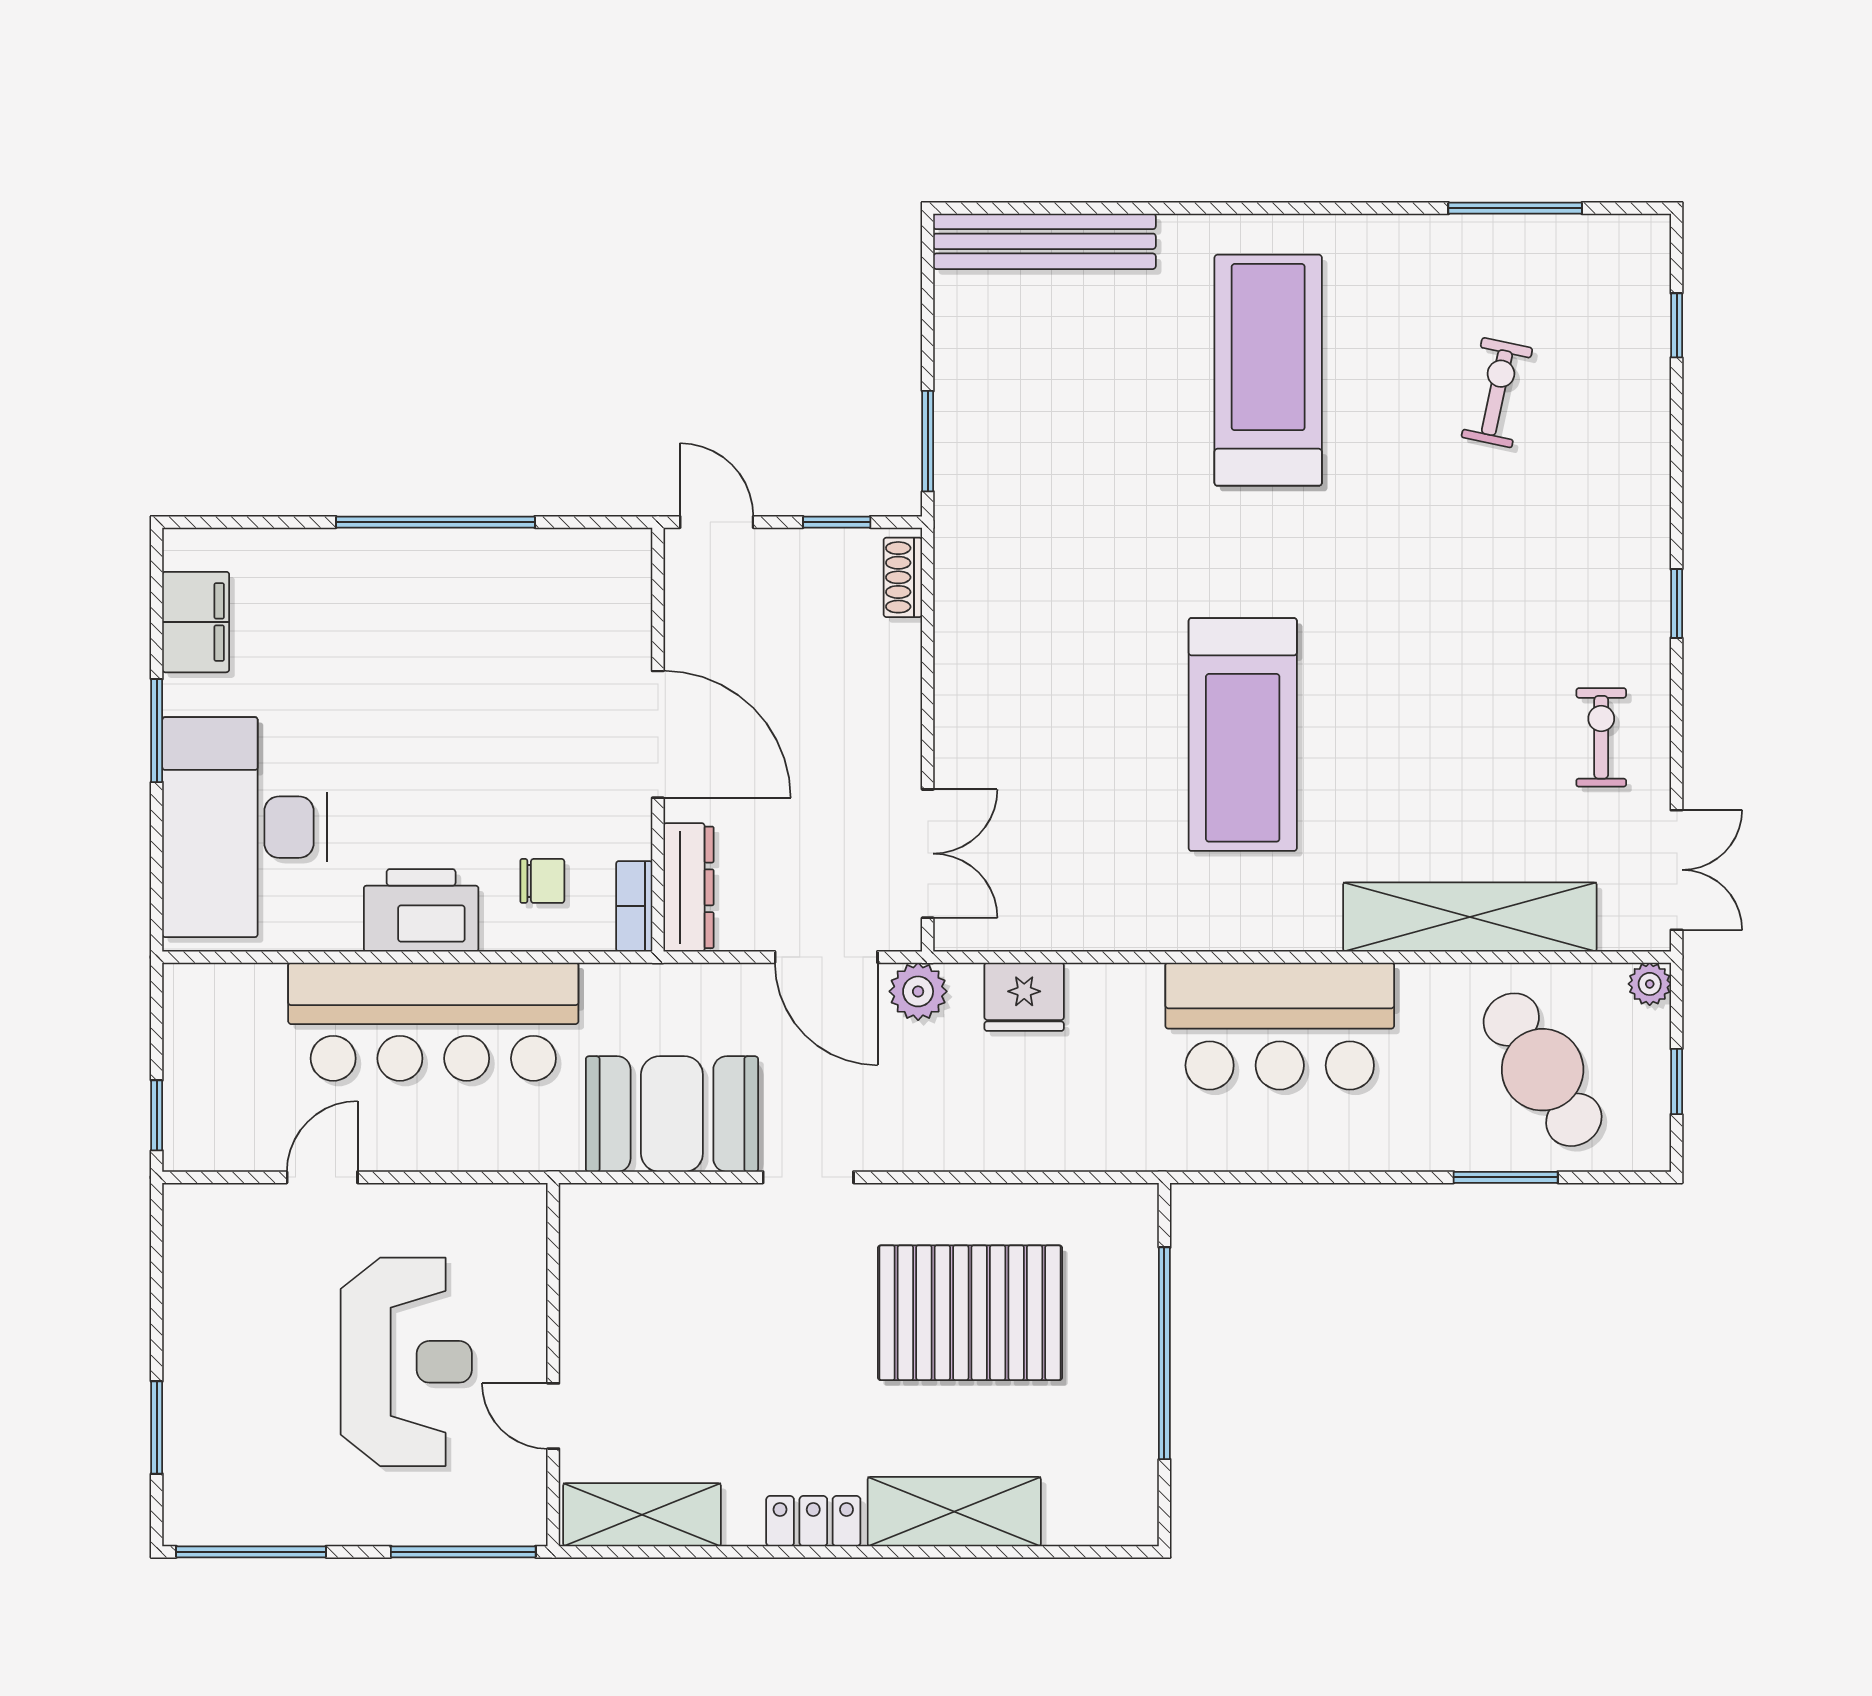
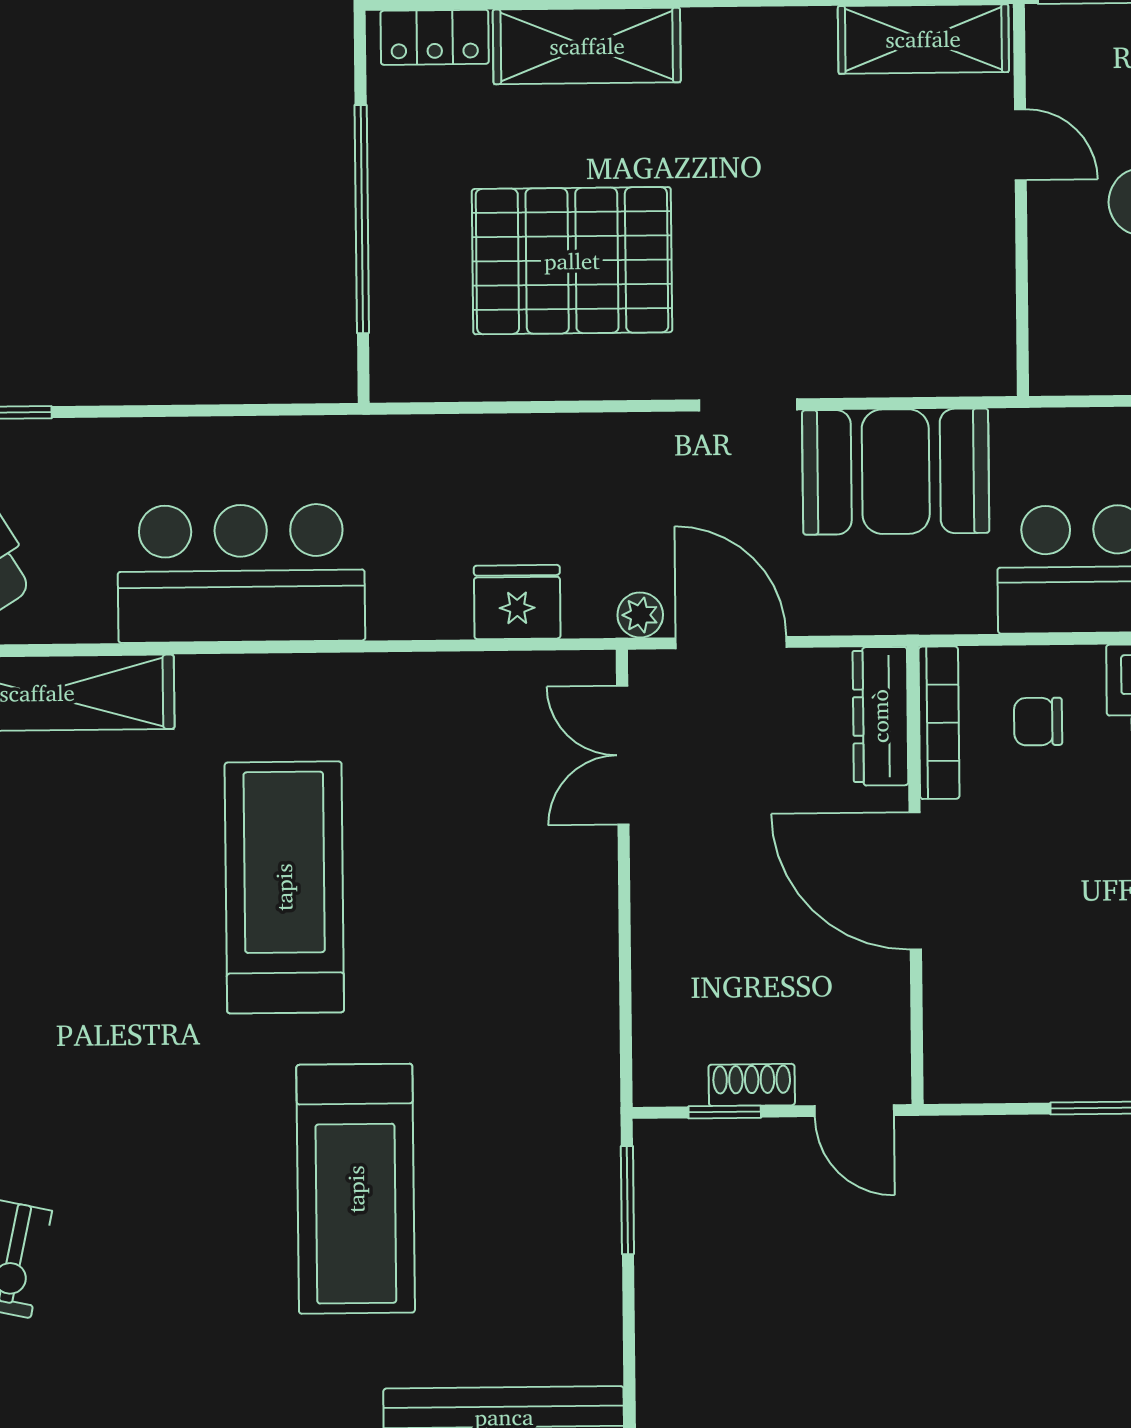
treadmill: (1268, 370) -> (356, 1189), moved
shoe rack: (903, 577) -> (752, 1085), moved, turned -90
bookcase: (634, 906) -> (939, 723), width x1.56
plant: (918, 991) -> (640, 615), width x0.73, depth x0.73
locker: (813, 1521) -> (435, 37), moved

